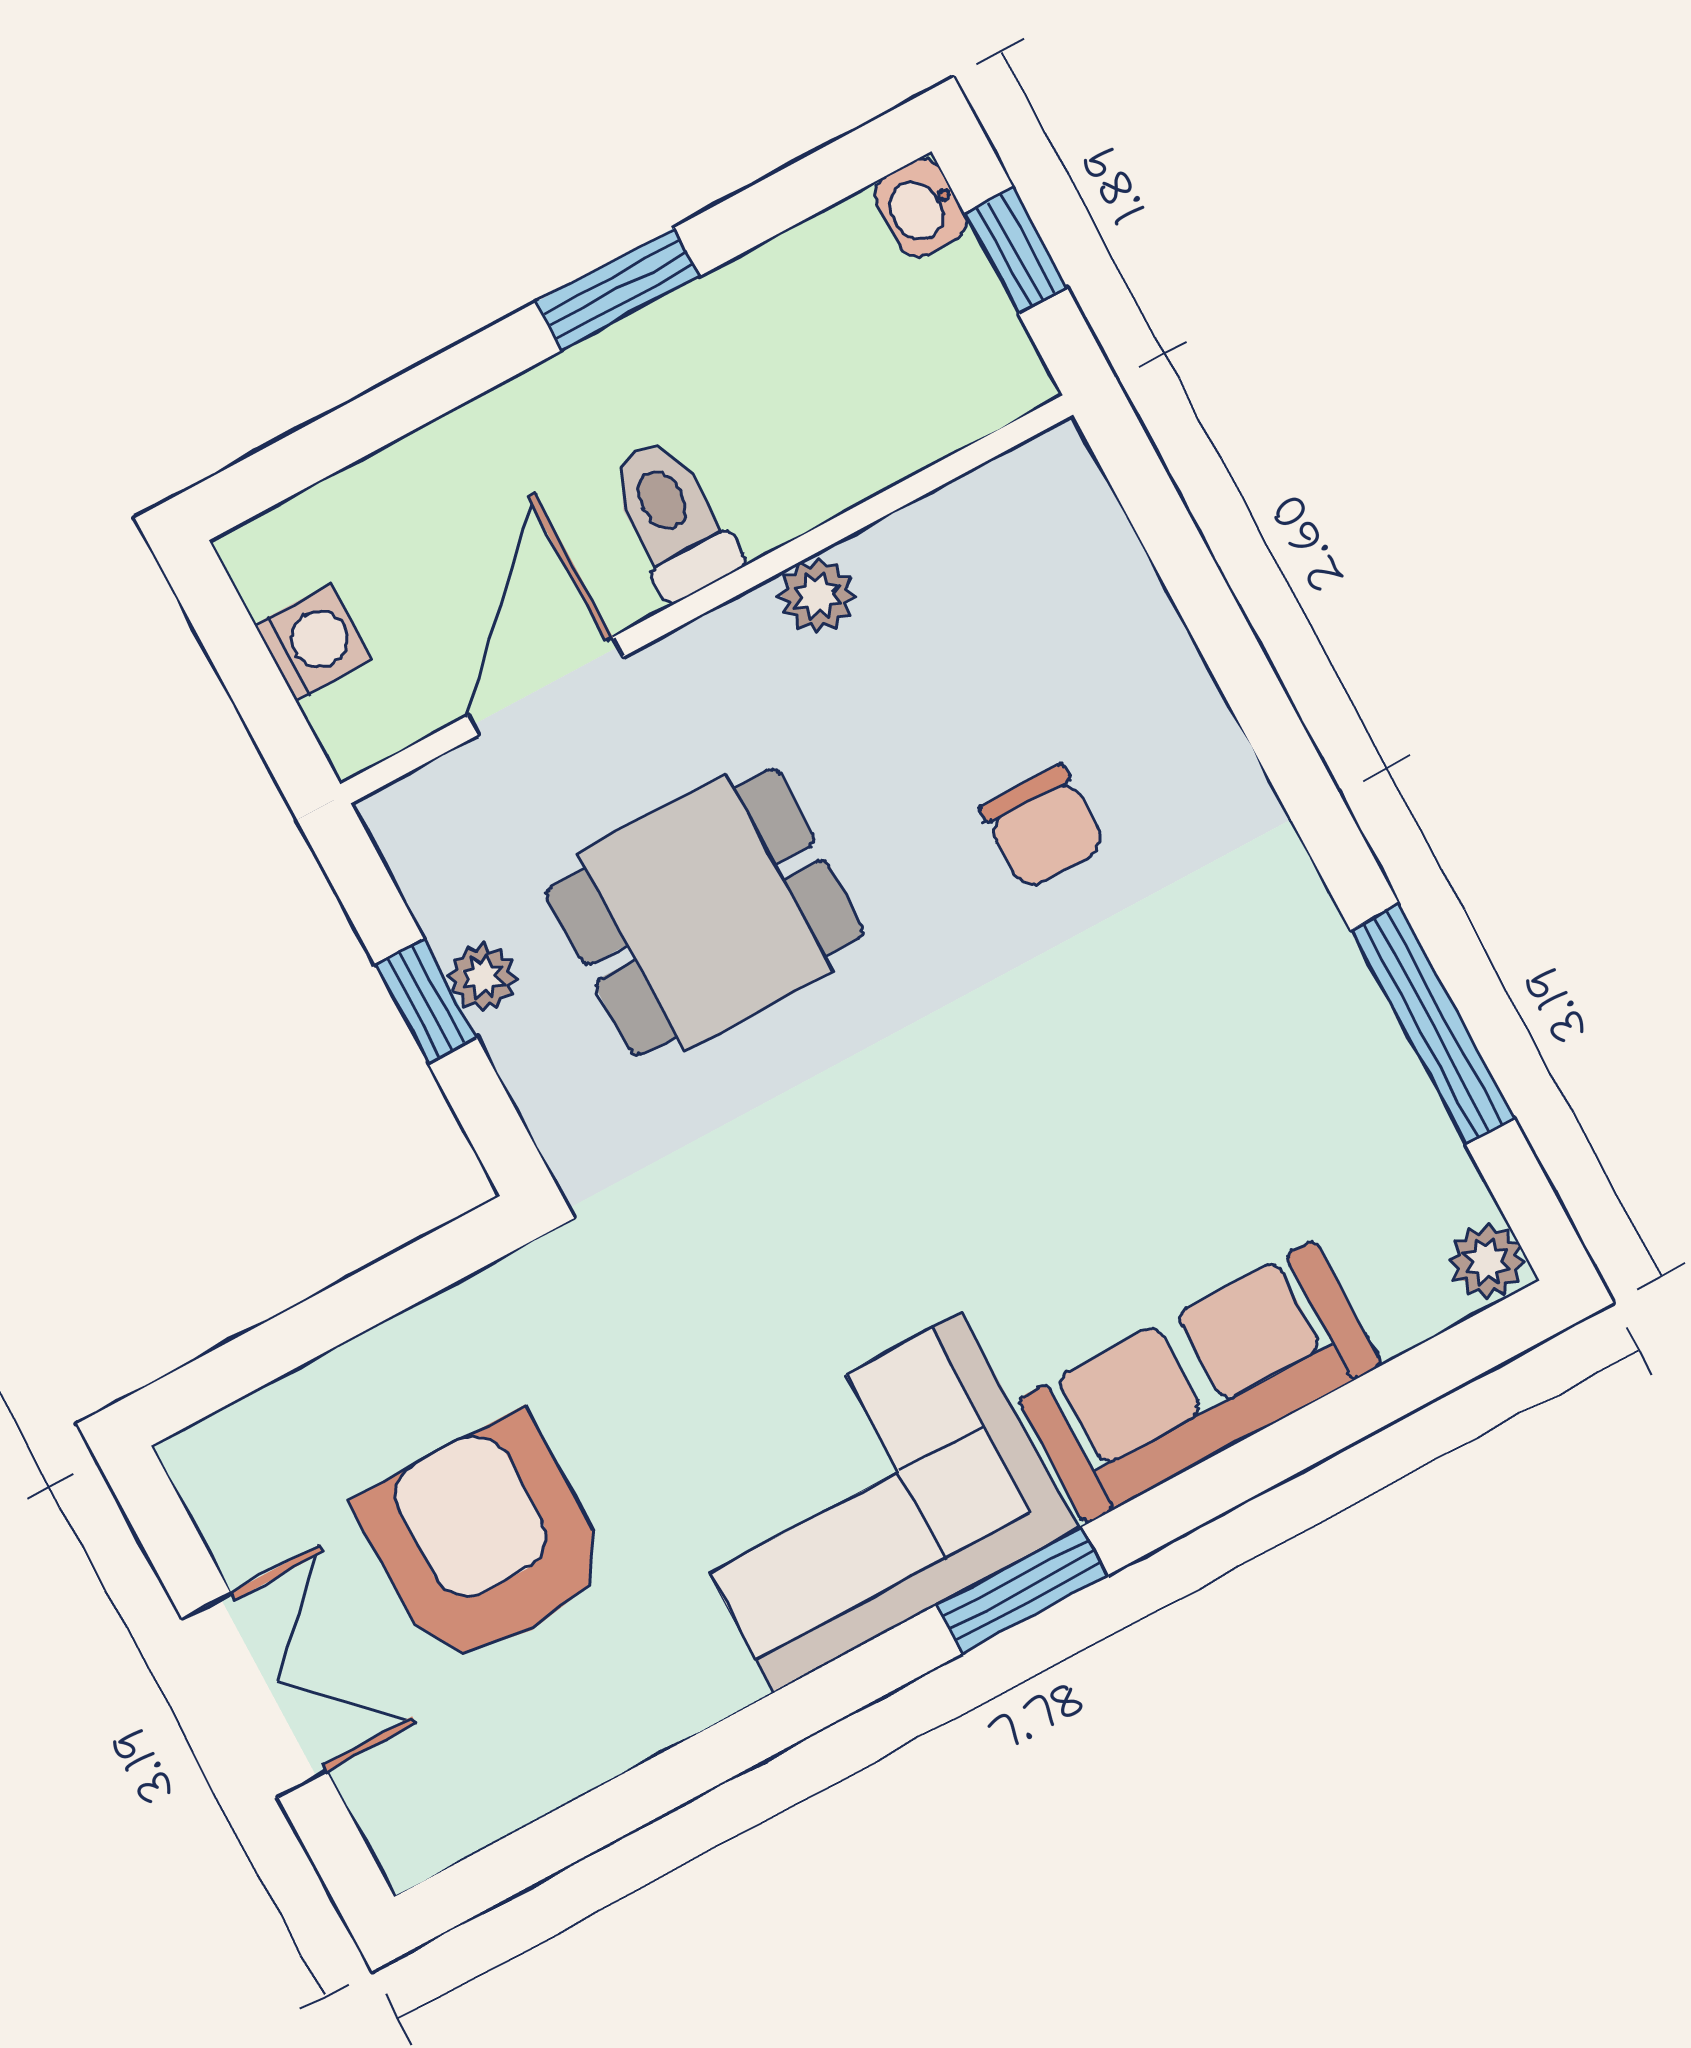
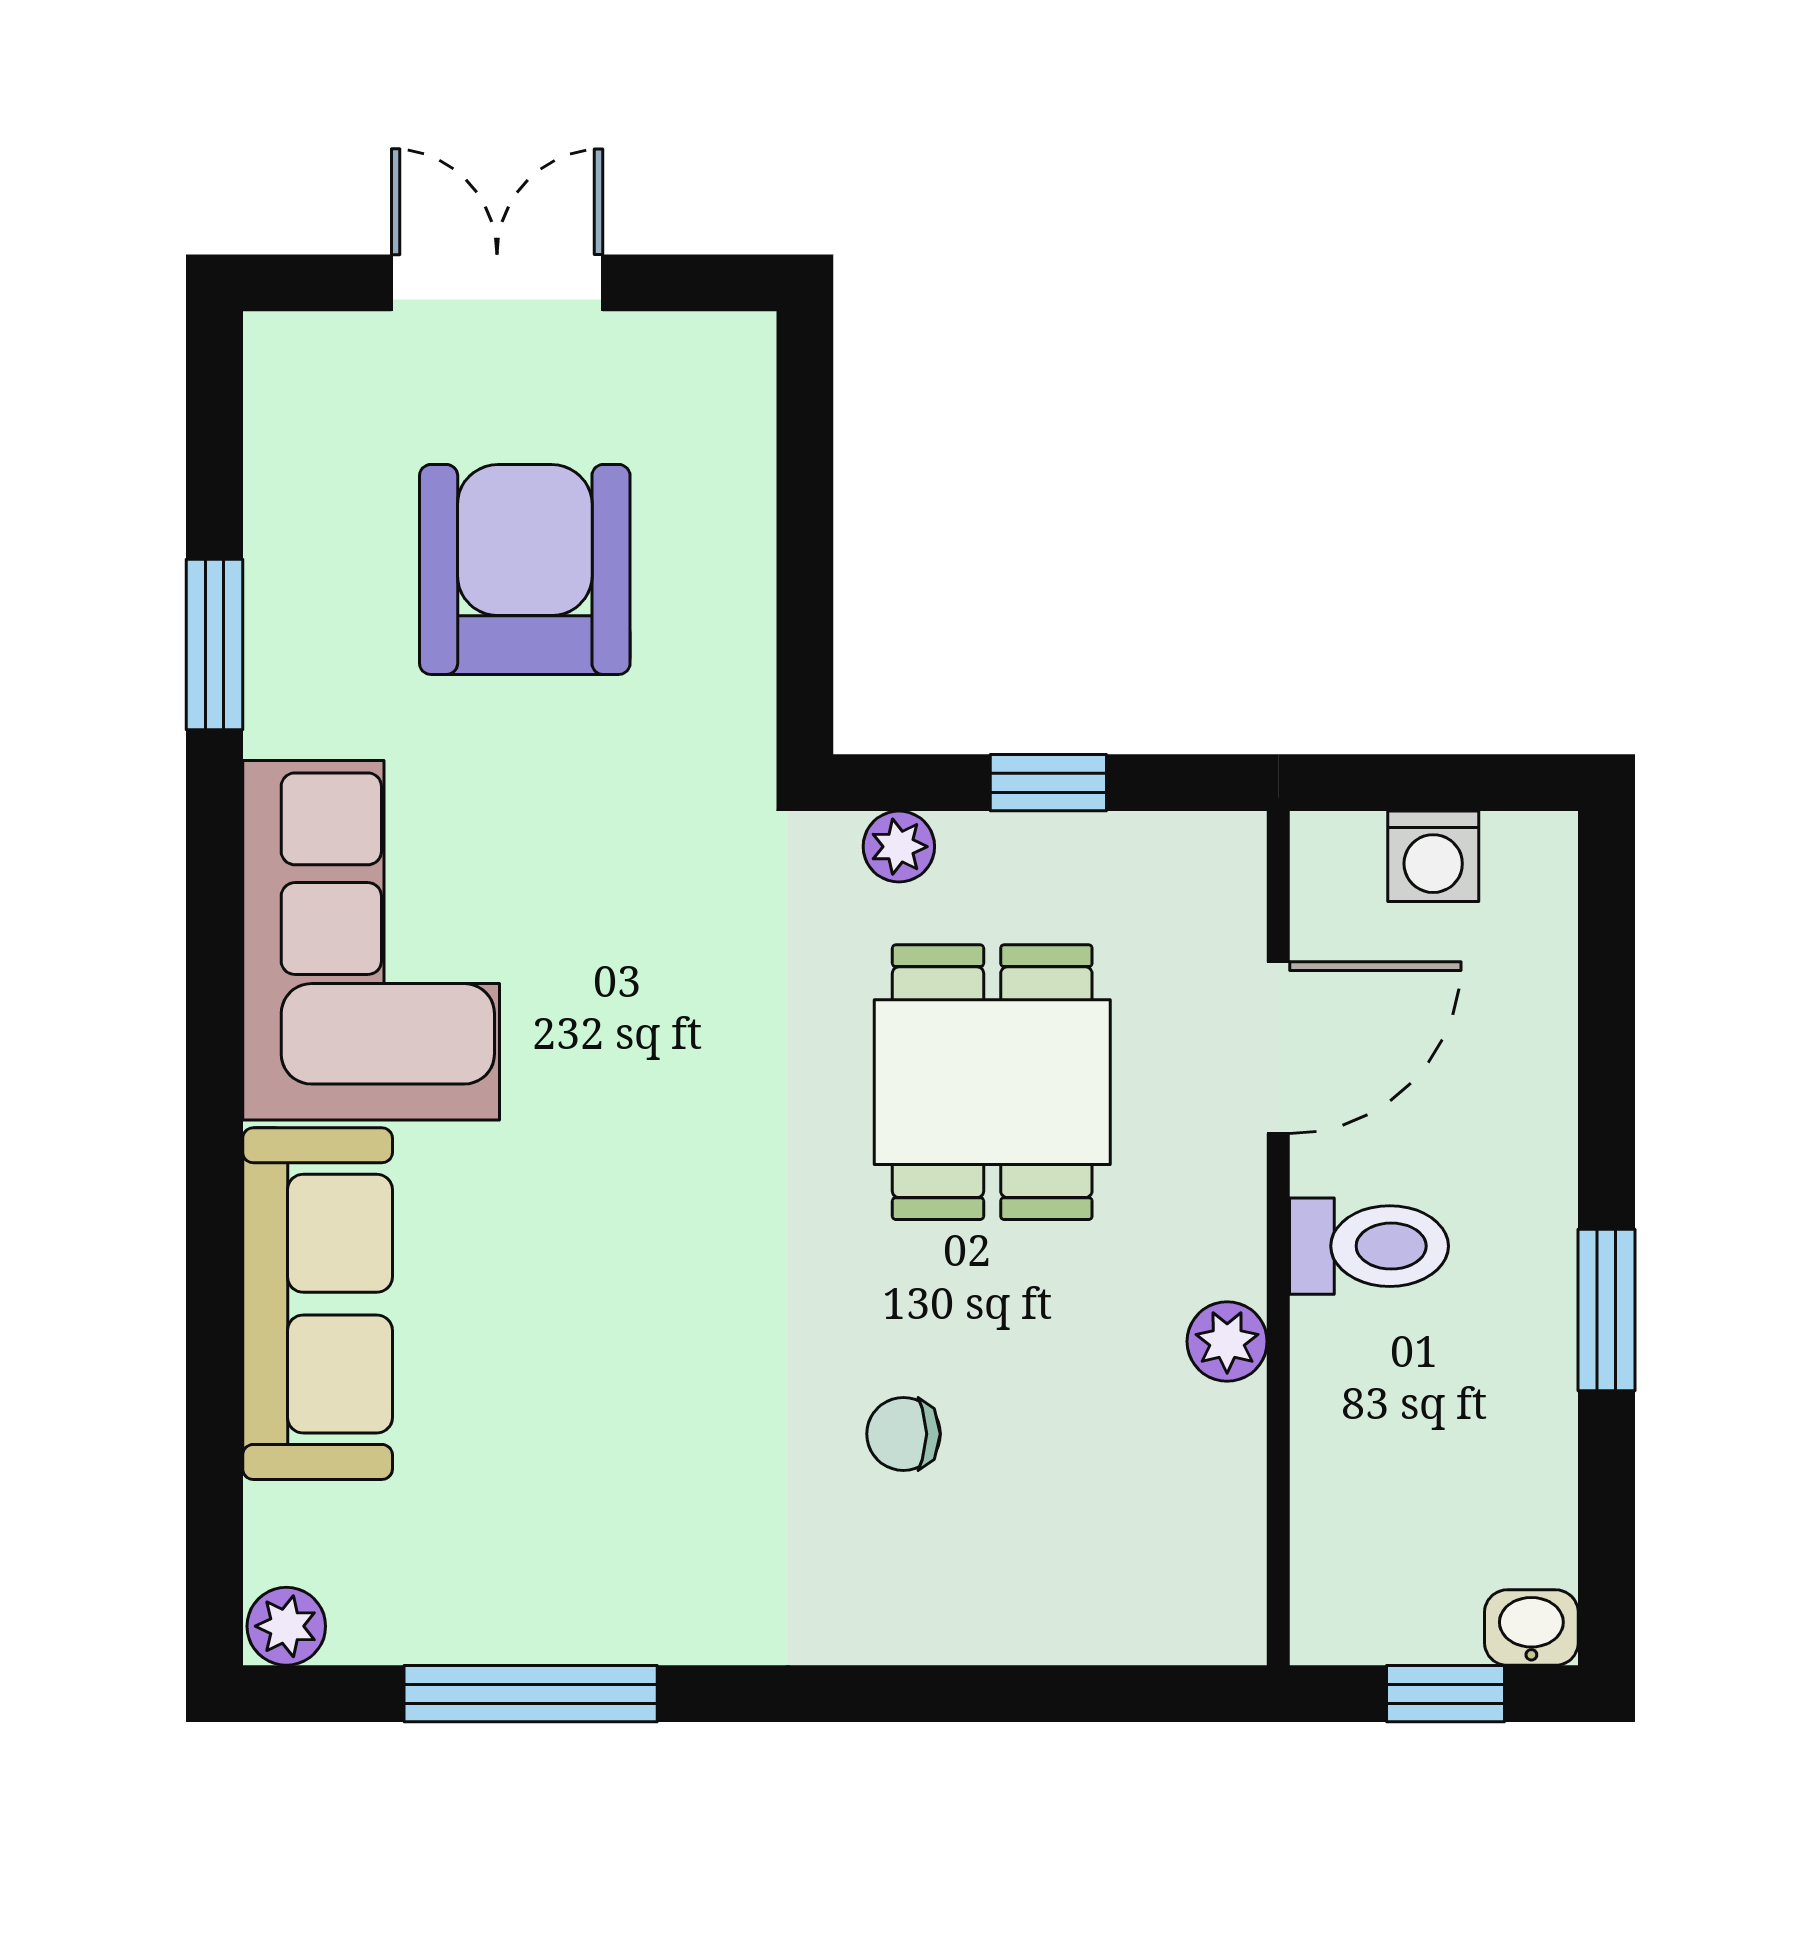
door: (546, 686) -> (1278, 1048), hinge flipped
chair: (1043, 827) -> (903, 1434), width x0.73, depth x0.73
plant: (483, 977) -> (899, 847), moved
armchair: (484, 1541) -> (525, 569), turned -90
window: (1022, 1590) -> (214, 645), moved
double door: (254, 1695) -> (497, 283), swing flipped

